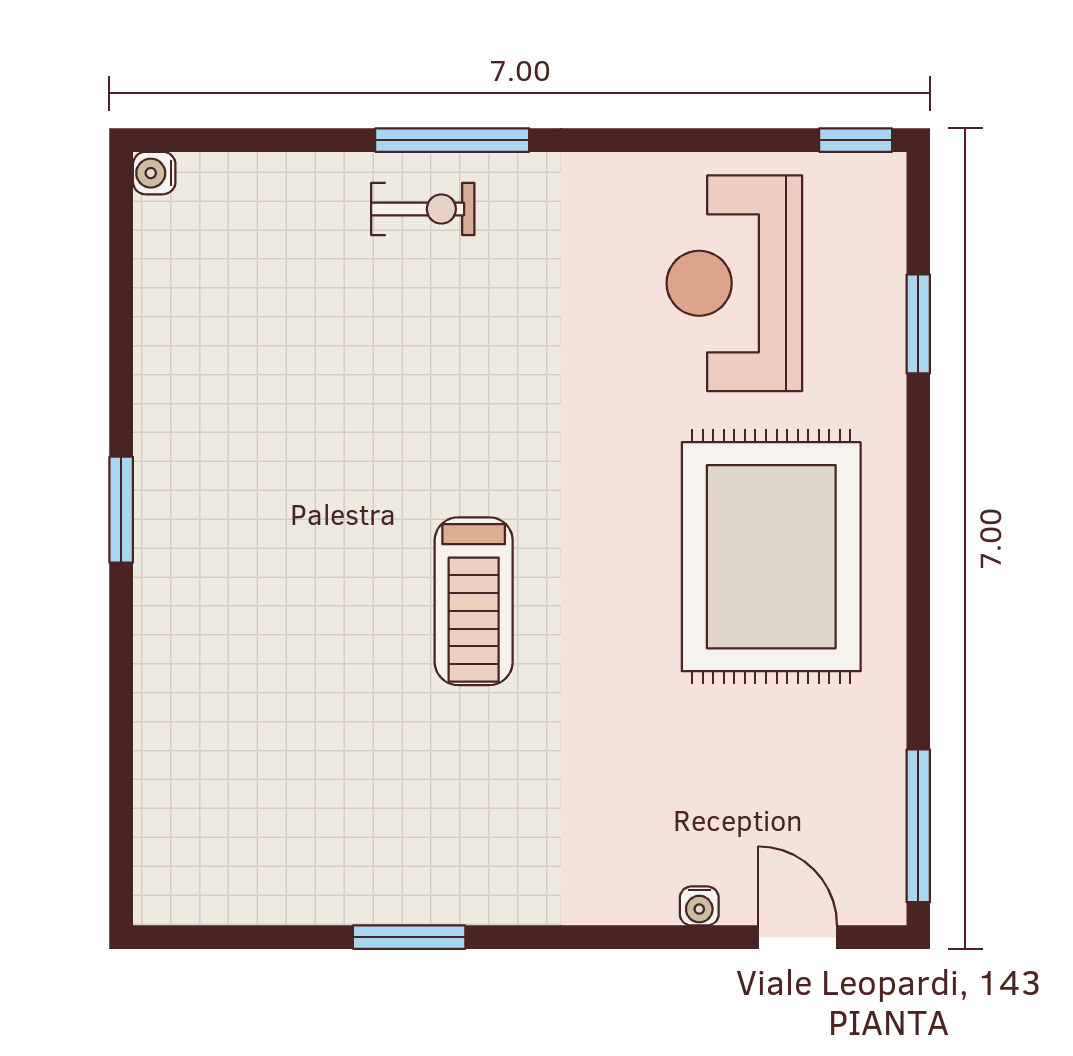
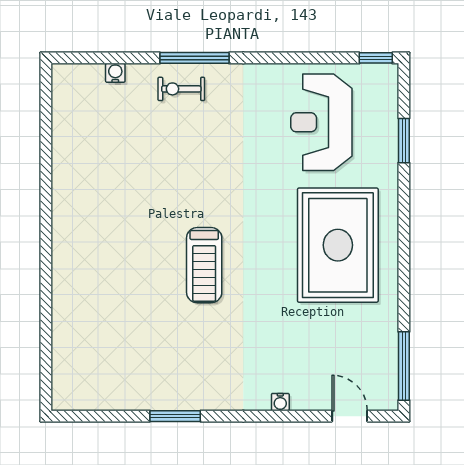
water cooler: (154, 173) -> (115, 73), moved, turned 90
exercise bike: (423, 209) -> (181, 89), turned 180
window: (121, 510) -> (46, 224), removed
water cooler: (699, 906) -> (280, 402), moved

